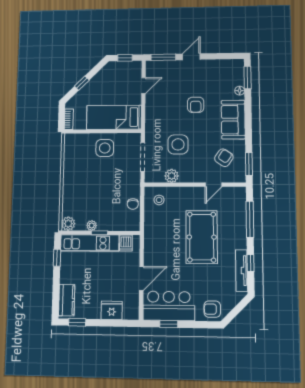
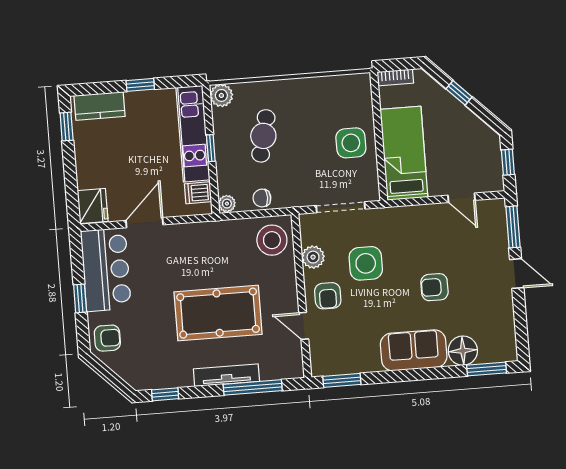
floor lamp: (240, 91) -> (463, 351), width x1.89, depth x1.89
armchair: (224, 158) -> (328, 296), moved, turned 56
cafe table: (95, 200) -> (263, 136), added
stool: (159, 200) -> (272, 240), width x1.89, depth x1.89
plant: (92, 226) -> (227, 204), moved
window: (57, 258) -> (140, 85), moved
window: (251, 263) -> (165, 394), moved
tv unit: (242, 271) -> (226, 375), moved
door: (141, 278) -> (145, 223), swing flipped
armchair: (212, 309) -> (107, 338), turned 90
fridge: (112, 310) -> (93, 206), moved
window: (169, 324) -> (80, 298), moved

